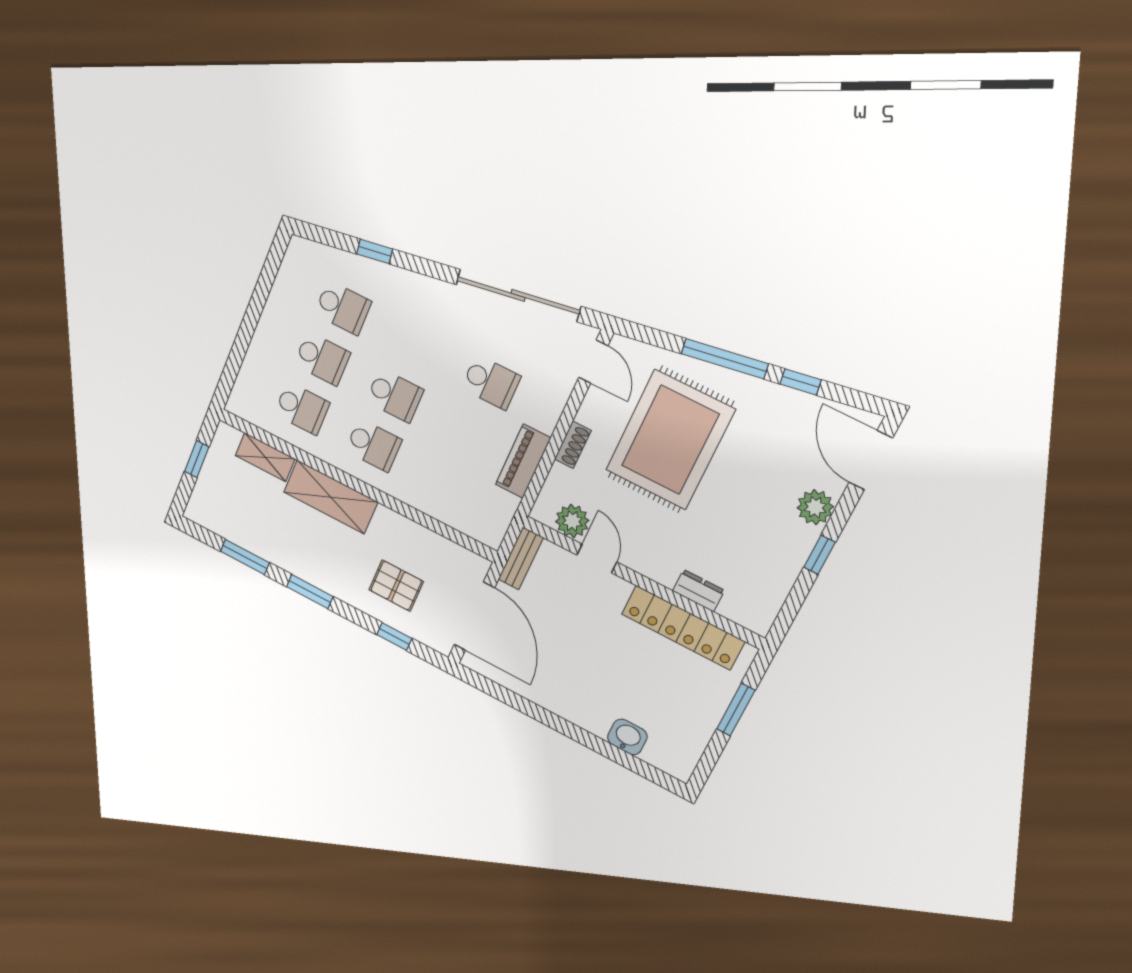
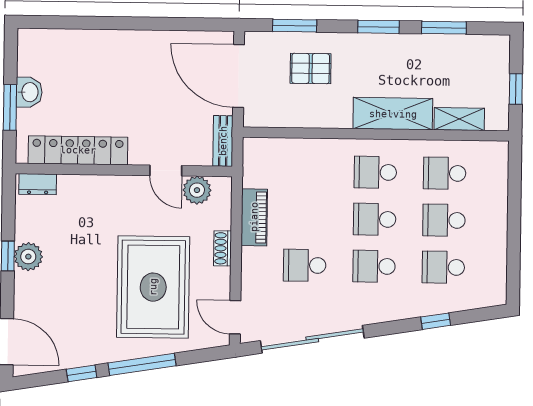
school desk: (416, 345) -> (374, 266), added
plant: (815, 507) -> (28, 257), moved
dresser: (698, 591) -> (38, 184), moved
window: (394, 637) -> (295, 26), width x1.50
washbasin: (627, 737) -> (29, 92), moved, turned -90

